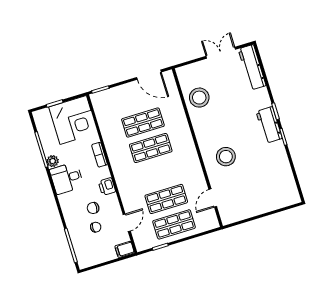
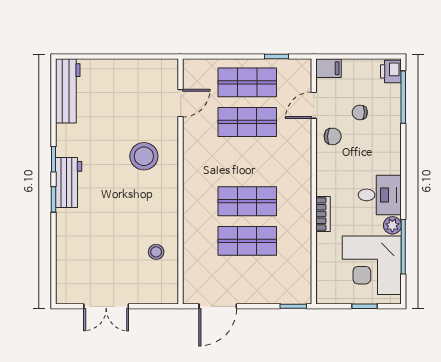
workbench: (252, 67) -> (68, 91), moved
door: (149, 75) -> (218, 306), swing flipped
stool: (199, 98) -> (156, 252), width x0.53, depth x0.53
corner desk: (73, 120) -> (372, 265), moved, turned -90
printer: (107, 187) -> (391, 71), moved, turned 180
chair: (93, 208) -> (333, 136), moved

